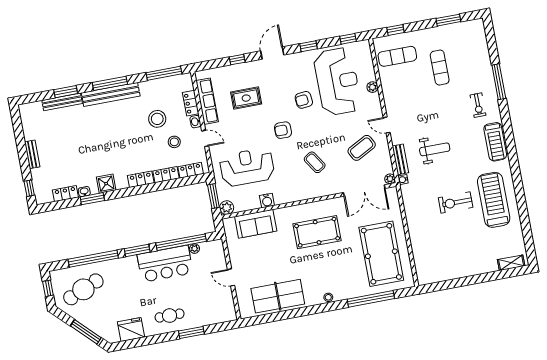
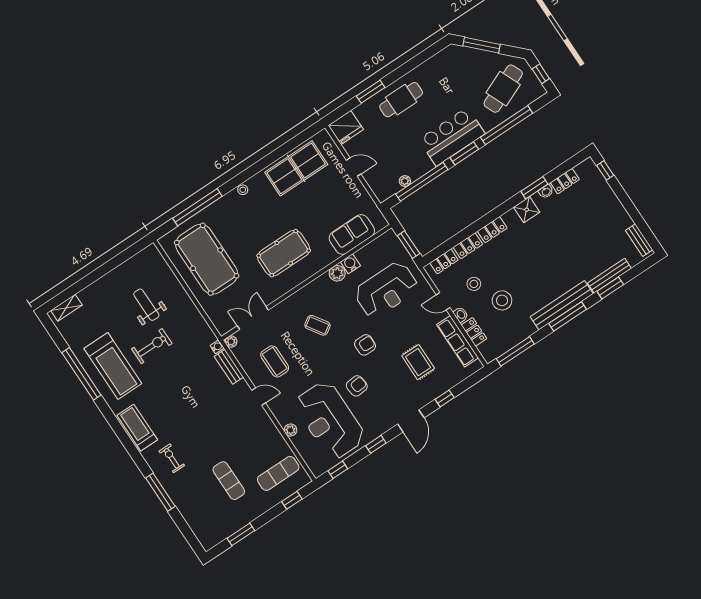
rug: (246, 98) -> (418, 362), turned 90
coffee table: (362, 148) -> (275, 361), turned -62
weight bench: (435, 149) -> (146, 305), moved, turned 90
bench: (32, 154) -> (639, 240), moved
double door: (364, 190) -> (253, 318), width x0.73
window: (522, 204) -> (81, 374), added
plant: (227, 208) -> (337, 273), moved
bar counter: (165, 264) -> (452, 137), moved
cafe table: (170, 316) -> (401, 100), width x1.37, depth x1.35
fridge: (131, 329) -> (346, 128), moved

